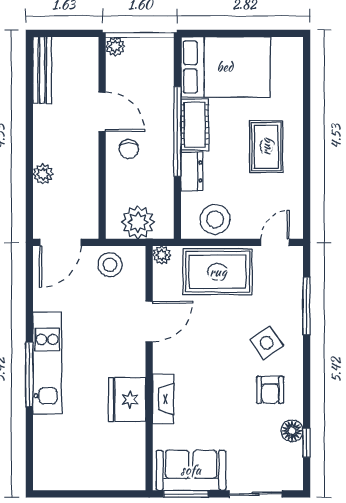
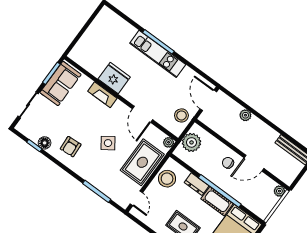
side table: (267, 343) -> (108, 143), moved
armchair: (270, 390) -> (71, 147), turned -94

